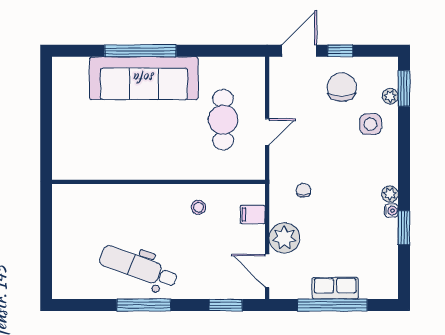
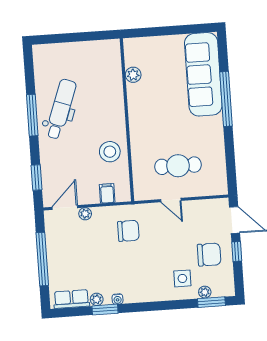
sofa: (144, 78) -> (203, 74), moved
plant: (100, 170) -> (133, 75), added
chair: (303, 190) -> (128, 231), width x1.87, depth x1.87
plant: (390, 194) -> (97, 299), moved
stool: (199, 207) -> (110, 152), width x1.89, depth x1.89
plant: (284, 238) -> (85, 214), width x0.53, depth x0.53
row of seats: (335, 288) -> (71, 299), moved, turned -90

